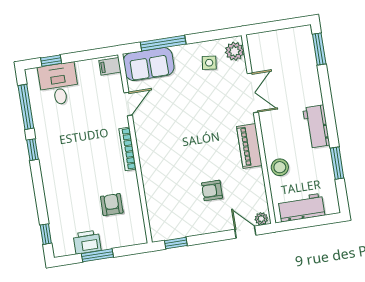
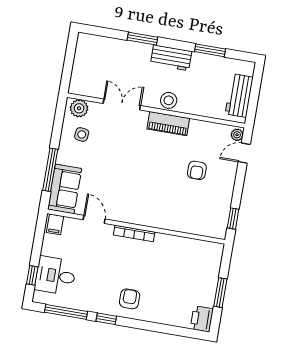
window: (319, 49) -> (142, 39), moved
stool: (280, 167) -> (169, 100), moved
armchair: (112, 205) -> (130, 299), moved, turned 90
window: (46, 234) -> (186, 332), removed
printer: (87, 242) -> (202, 319), moved

